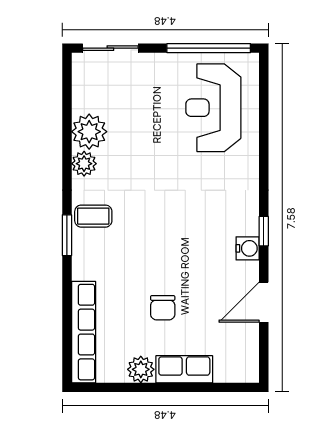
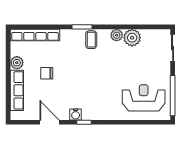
row of seats: (184, 369) -> (17, 90), width x1.48

